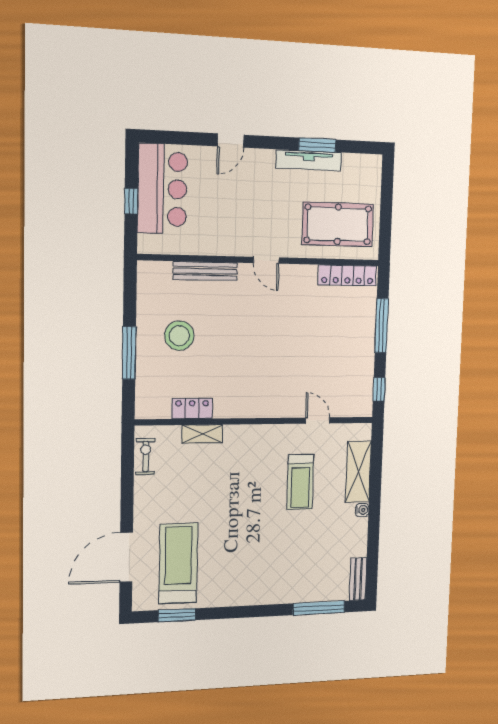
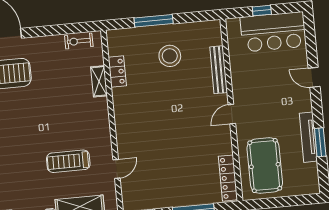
exercise bike: (146, 457) -> (79, 41), turned 180

